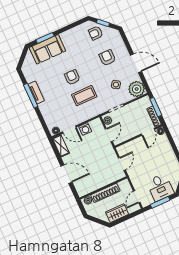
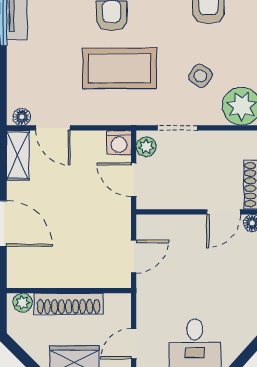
coffee table: (84, 96) -> (120, 68), width x1.36, depth x1.32
washing machine: (85, 129) -> (119, 143), moved
door: (109, 135) -> (134, 180), swing flipped

